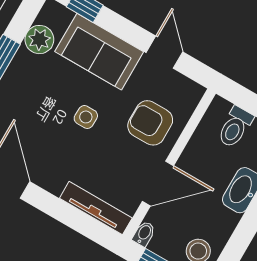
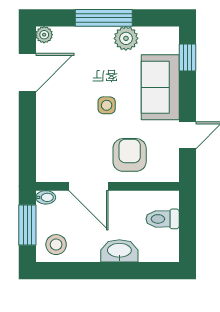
plant: (39, 40) -> (126, 38), moved
tv unit: (96, 208) -> (44, 151), removed

